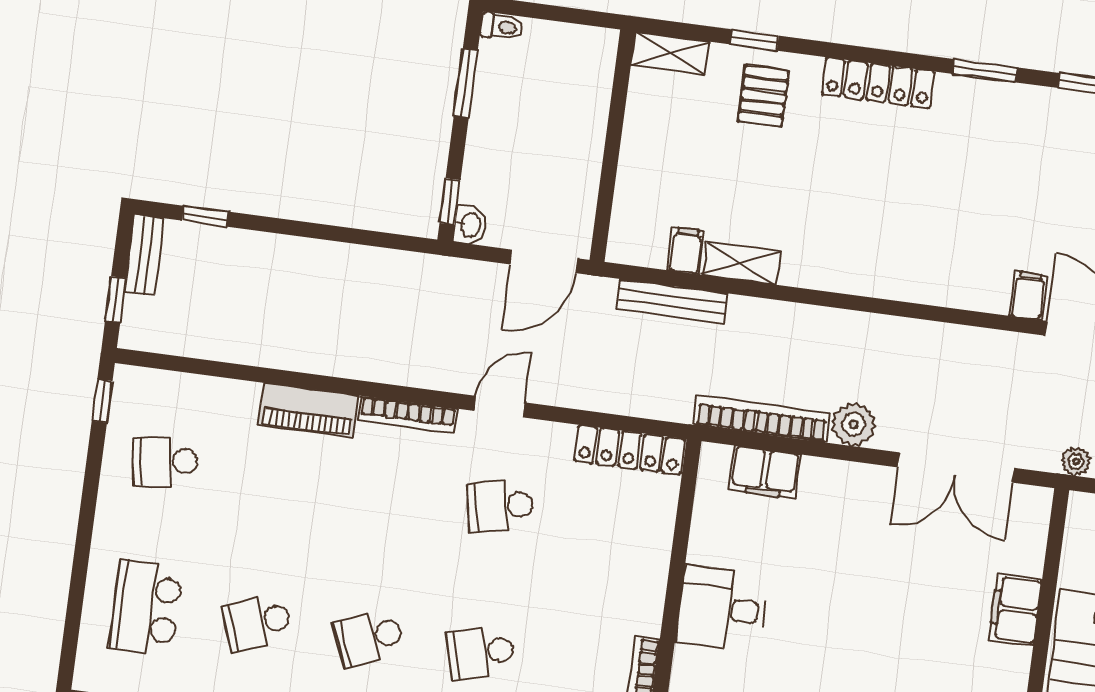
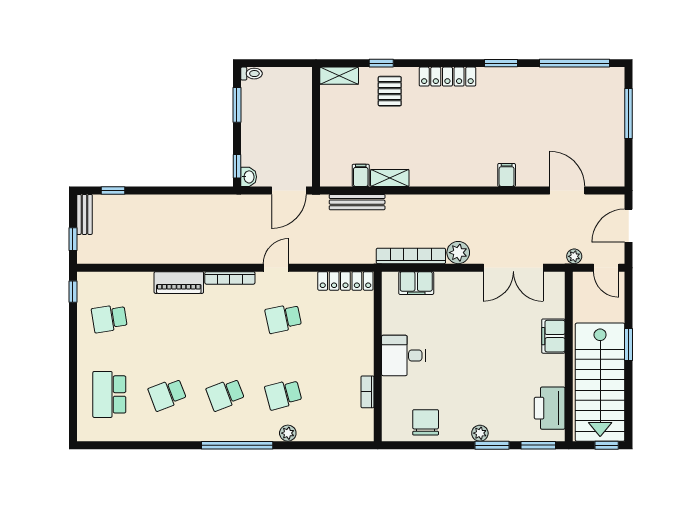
filing cabinet: (1028, 296) -> (507, 175), moved

